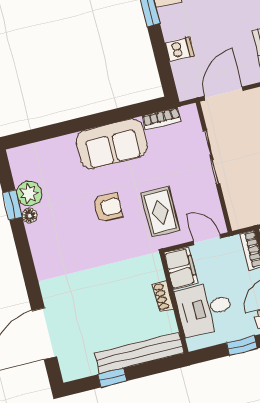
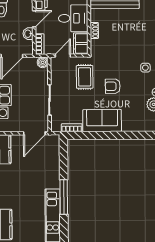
dishwasher: (179, 49) -> (53, 163), removed
boiler: (239, 219) -> (43, 62), added
door: (207, 240) -> (63, 56), swing flipped
side table: (59, 253) -> (145, 68), added

